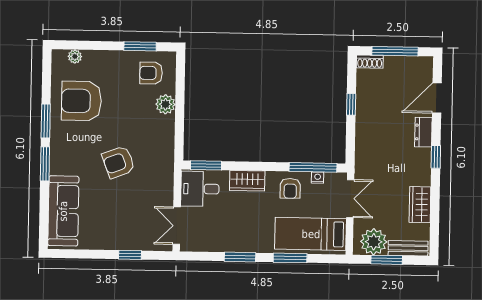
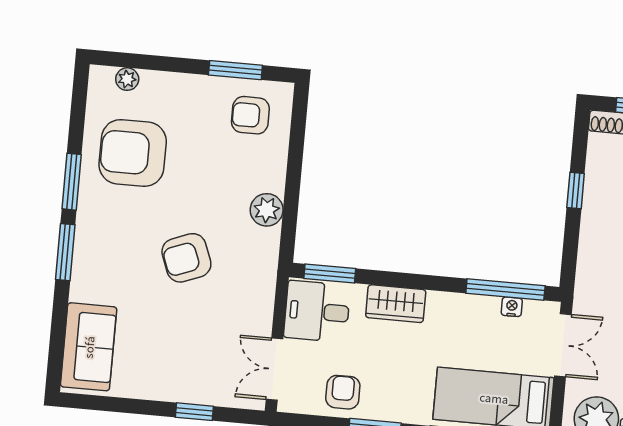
plant: (165, 104) -> (267, 210), moved
armchair: (290, 188) -> (343, 392), moved, turned 180
sofa: (63, 211) -> (89, 347), width x0.73

